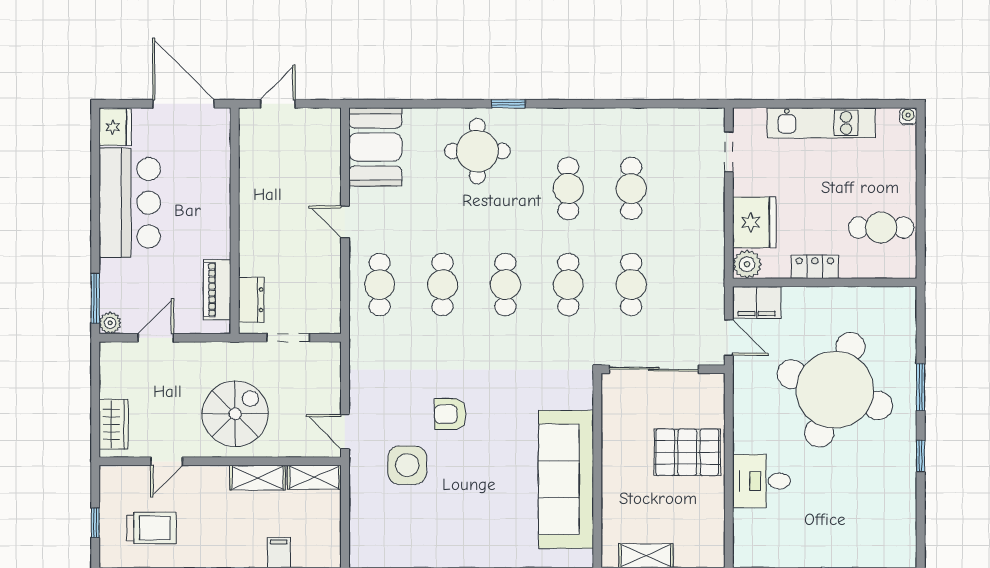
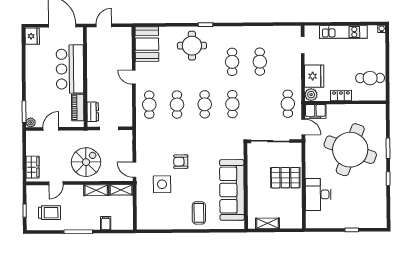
bar counter: (130, 203) -> (70, 69), moved, turned 180
cafe table: (631, 285) -> (288, 104), moved
desk: (761, 481) -> (318, 194), width x1.37
coffee table: (490, 531) -> (199, 213), added

